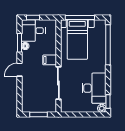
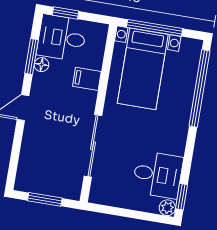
filing cabinet: (50, 60) -> (87, 79), moved
desk: (94, 88) -> (158, 175), width x0.73

